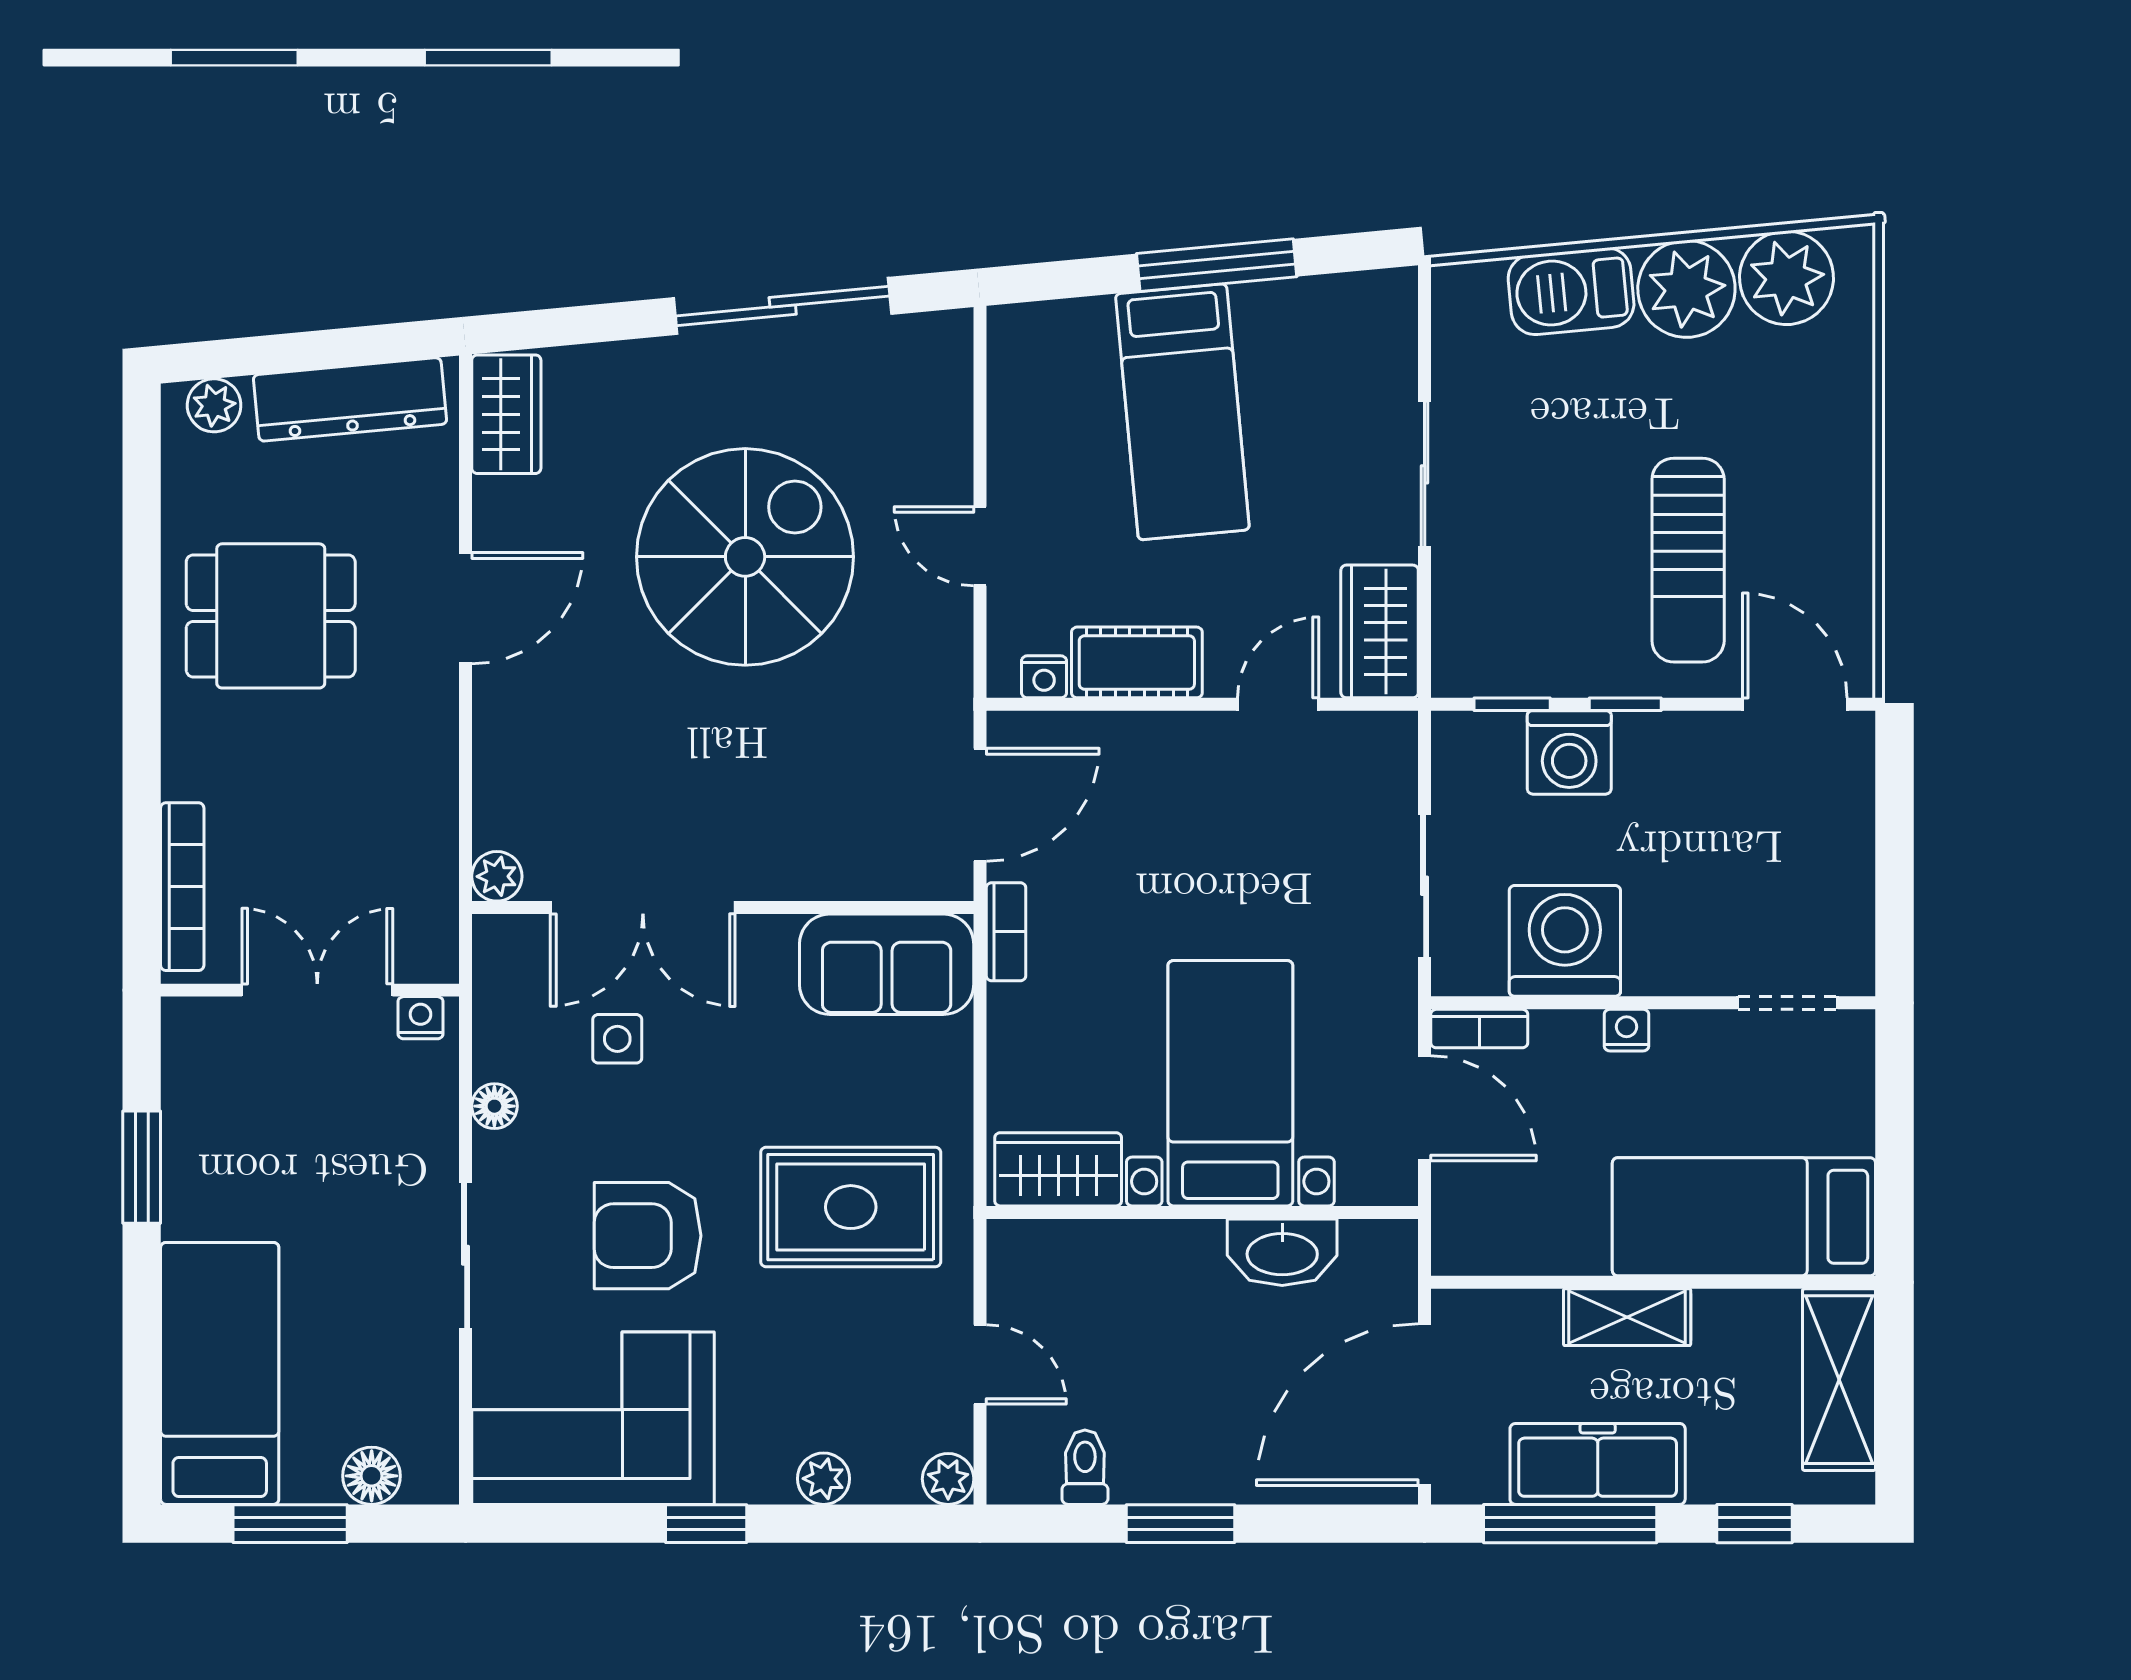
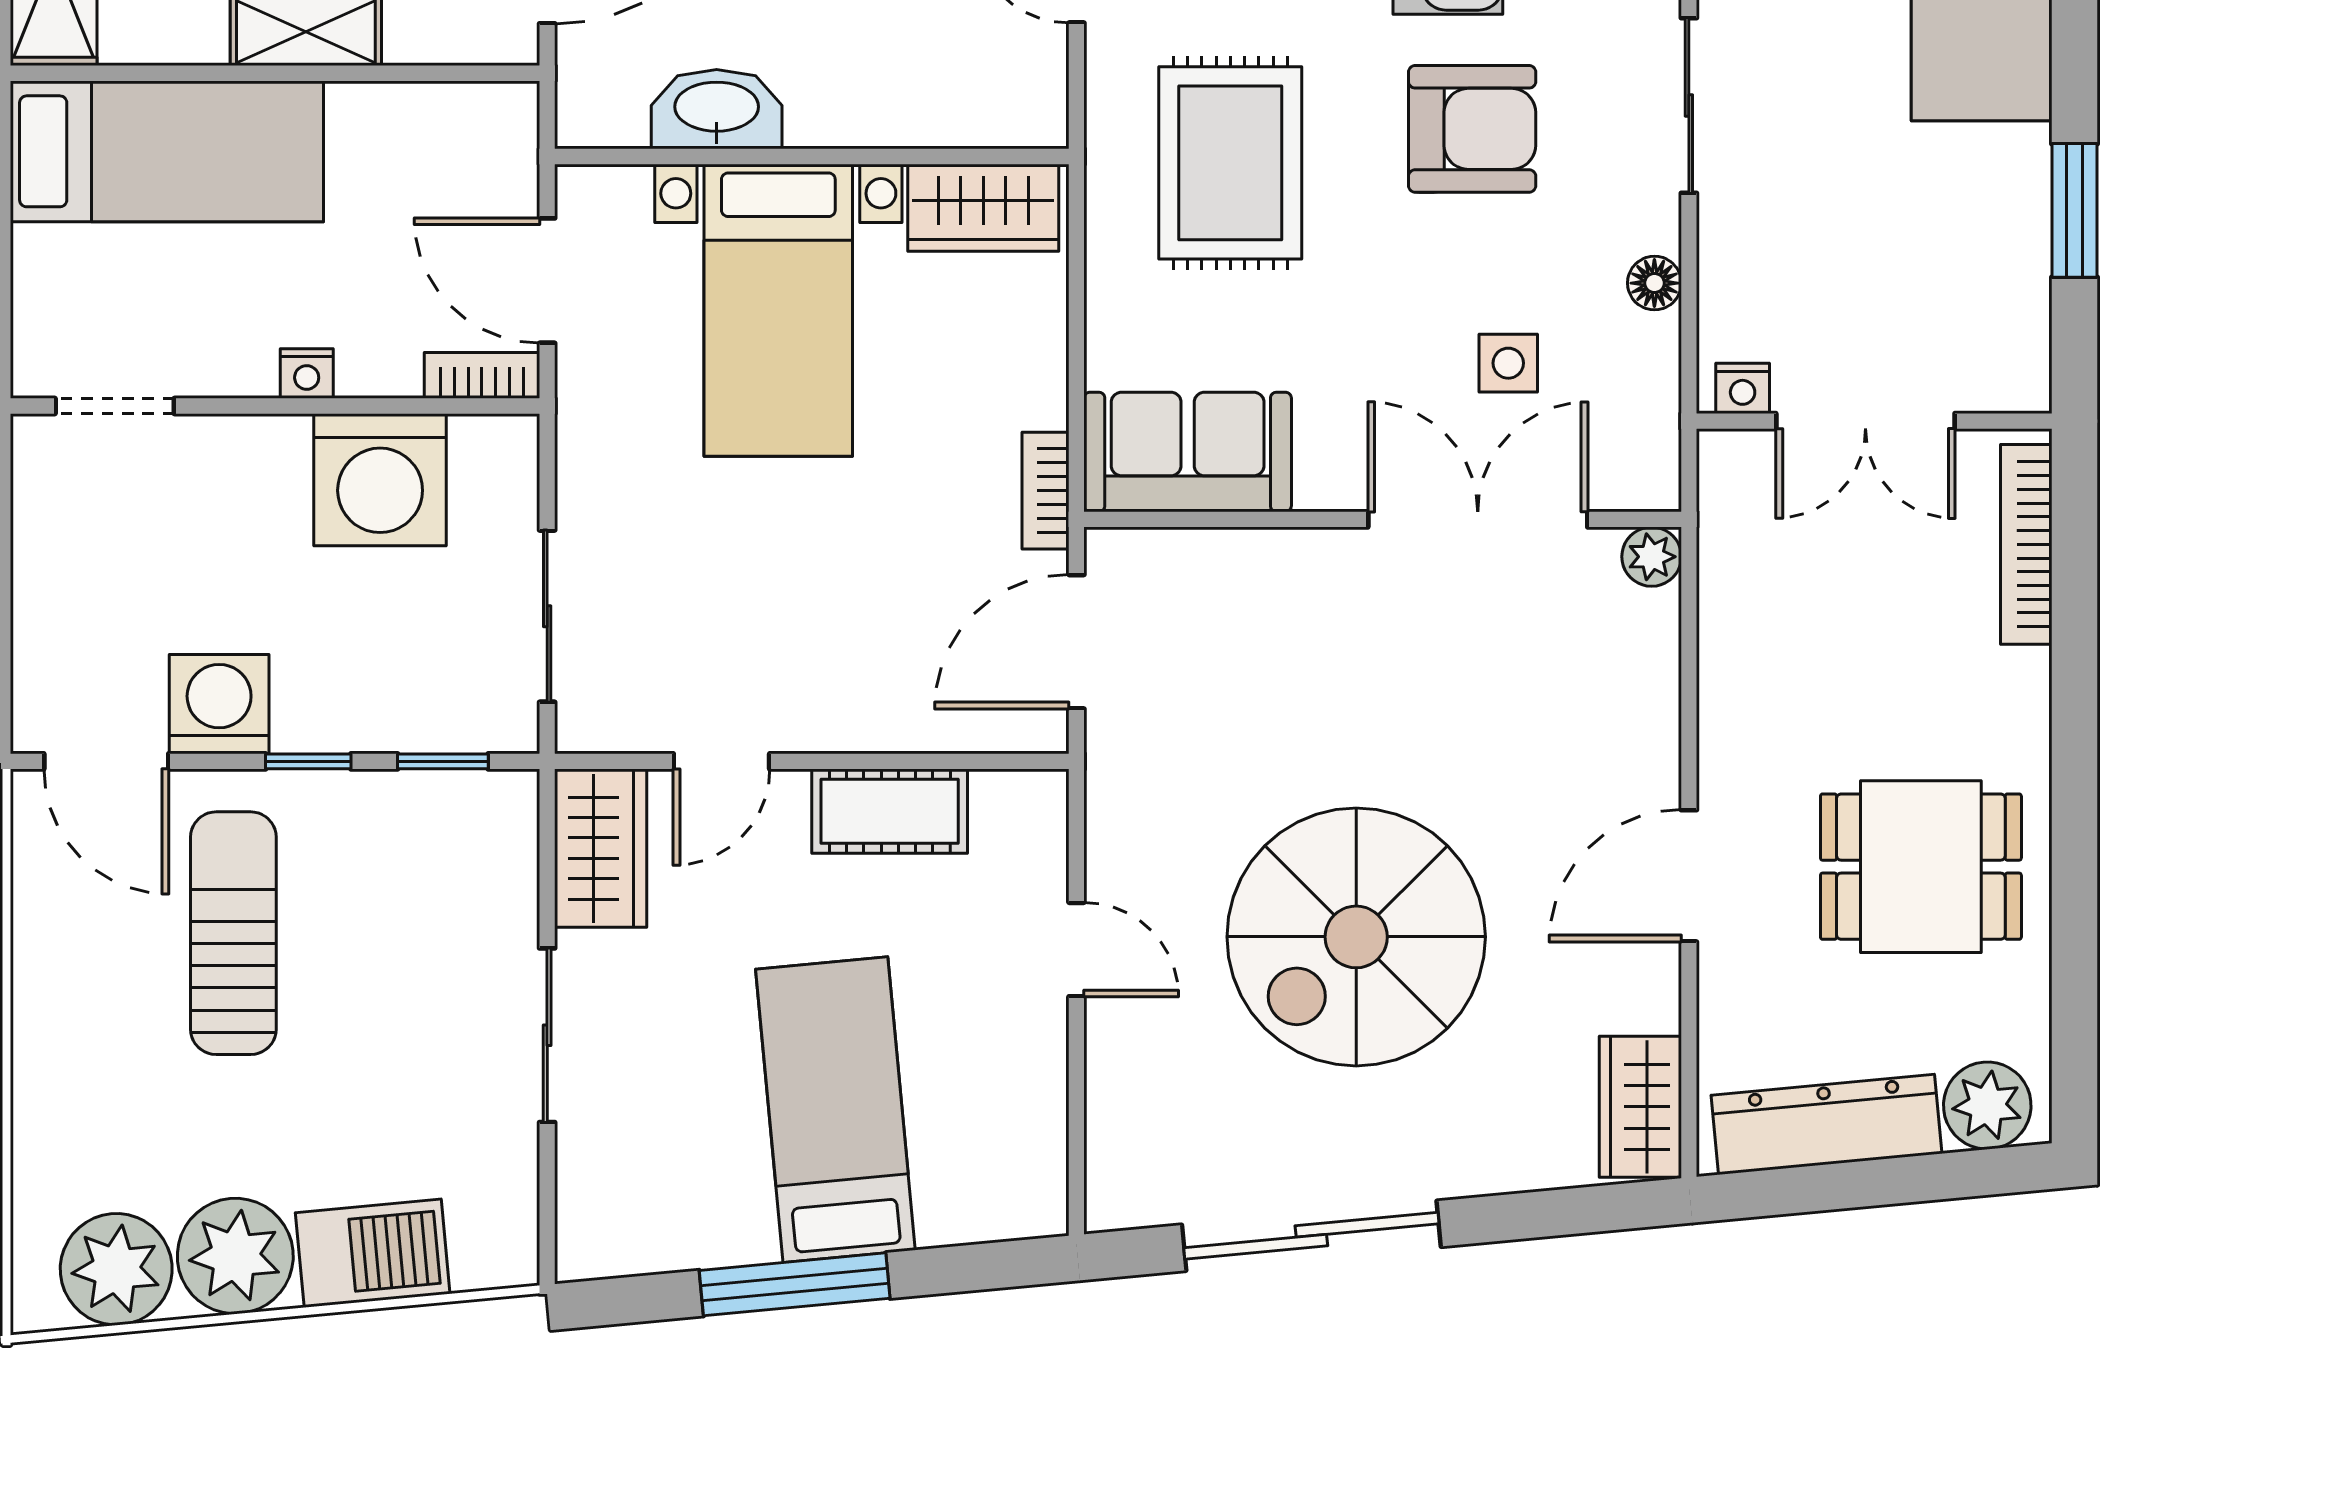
plant: (214, 405) -> (1987, 1106), width x1.38, depth x1.38
nightstand: (1044, 677) -> (1000, 794), removed
washing machine: (1569, 752) -> (219, 704), moved
sliding door: (1425, 886) -> (547, 616), moved
rug: (851, 1207) -> (1230, 163), turned 90

